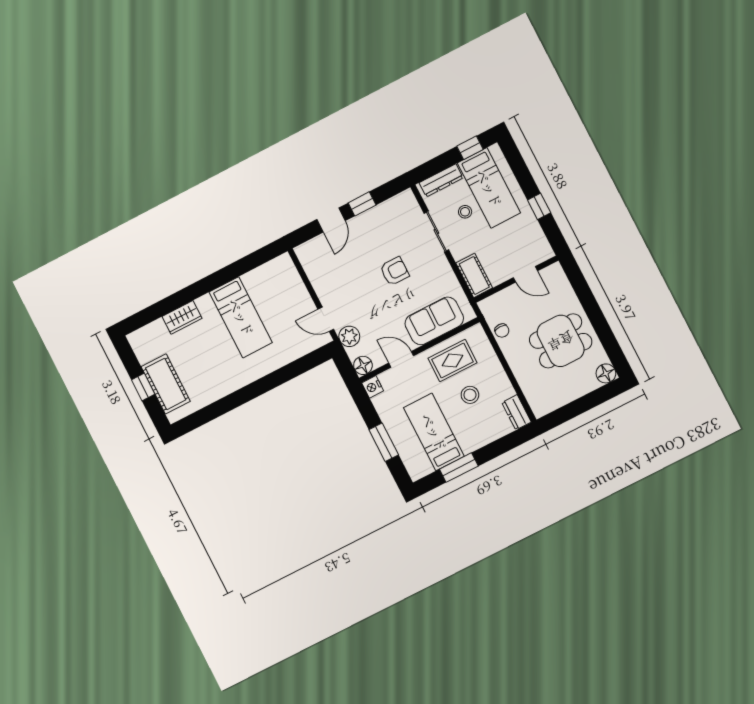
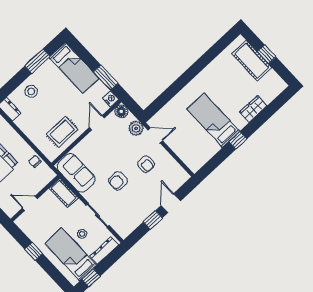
window: (215, 280) -> (238, 140), added
armchair: (350, 283) -> (146, 164), added
sofa: (434, 321) -> (76, 173), moved, turned -90
door: (401, 359) -> (97, 123), swing flipped
stool: (470, 395) -> (31, 91), moved
bed: (434, 432) -> (74, 68), moved
window: (384, 442) -> (106, 78), moved

